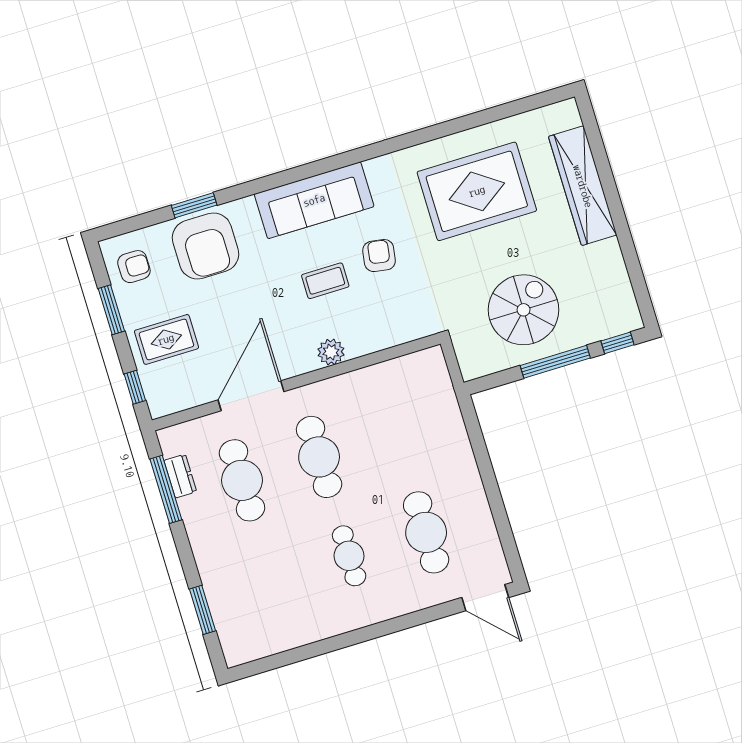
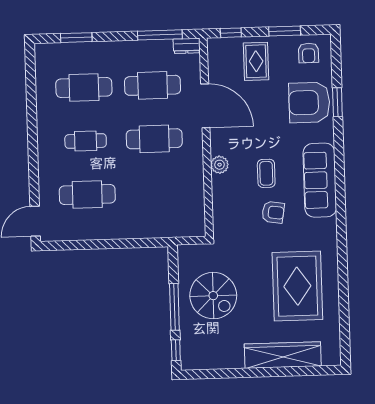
dresser: (180, 476) -> (187, 46), moved
cafe table: (272, 579) -> (84, 88), added

